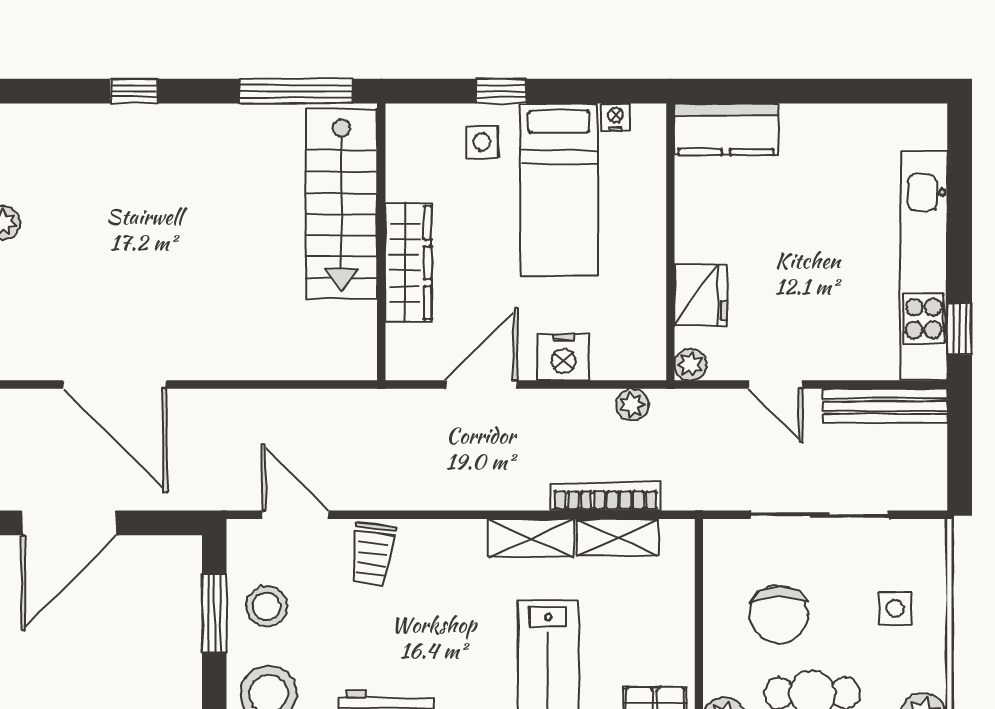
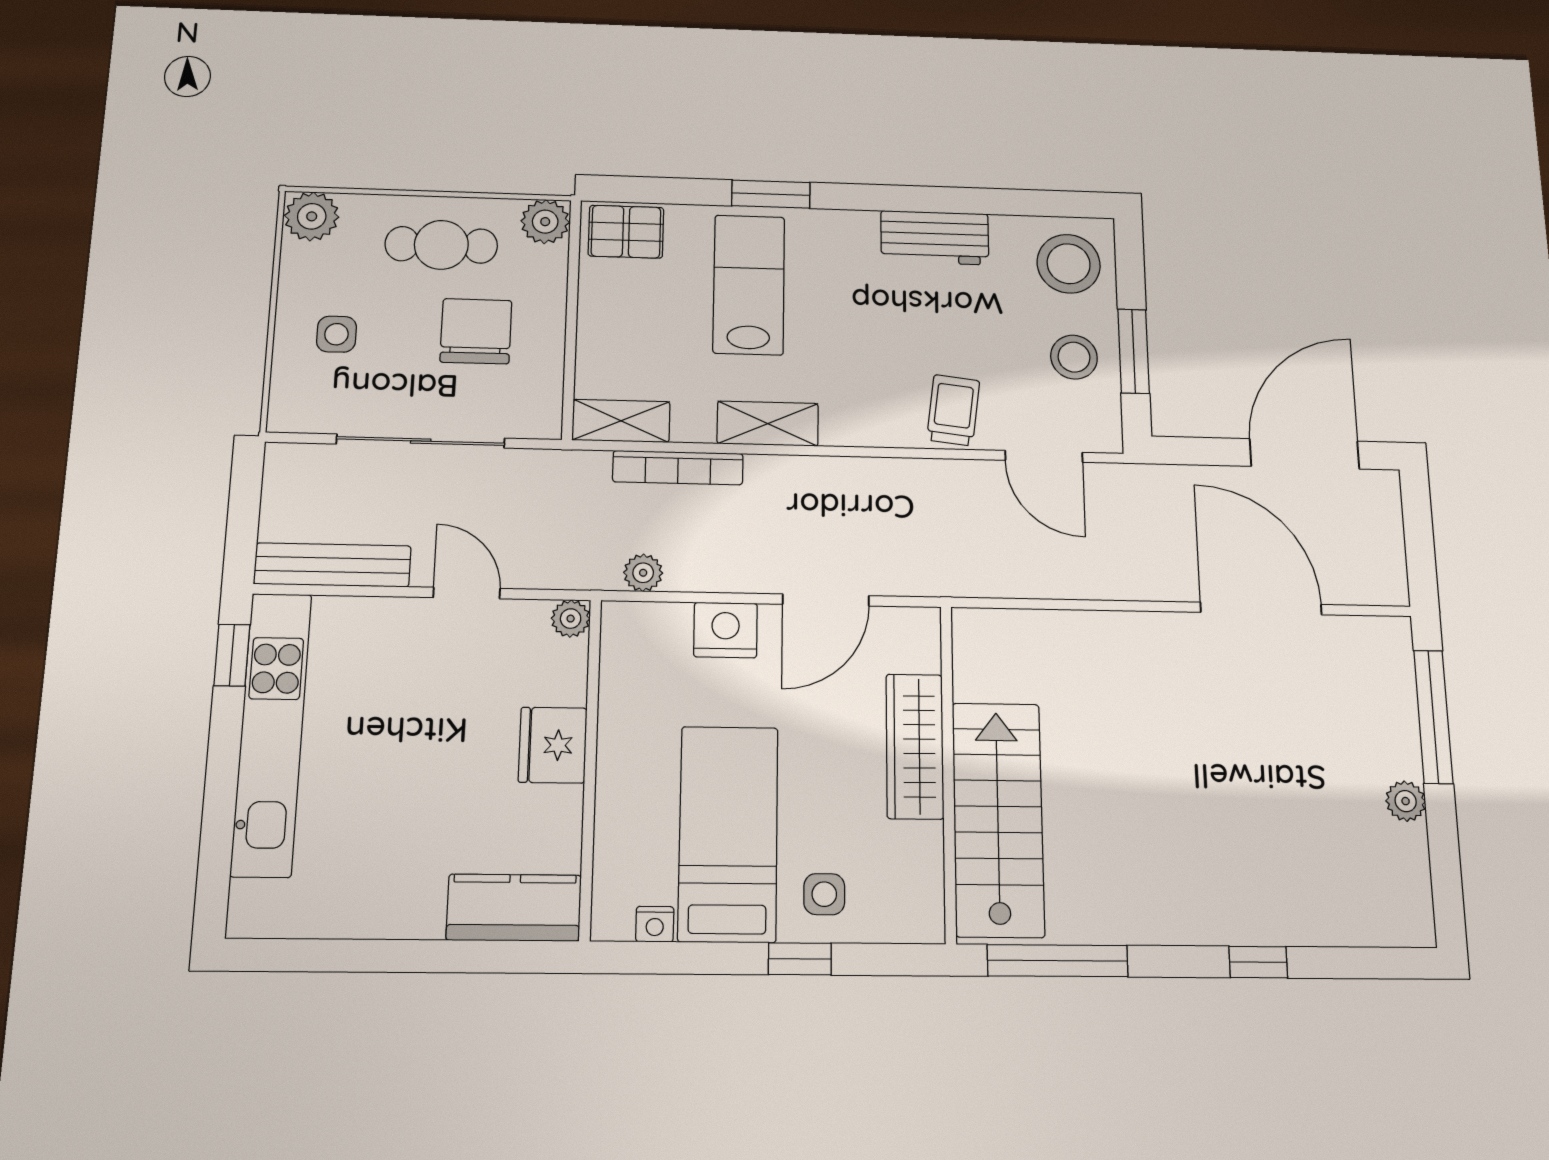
fridge: (701, 295) -> (553, 745), moved
shelving: (617, 537) -> (621, 421), moved

